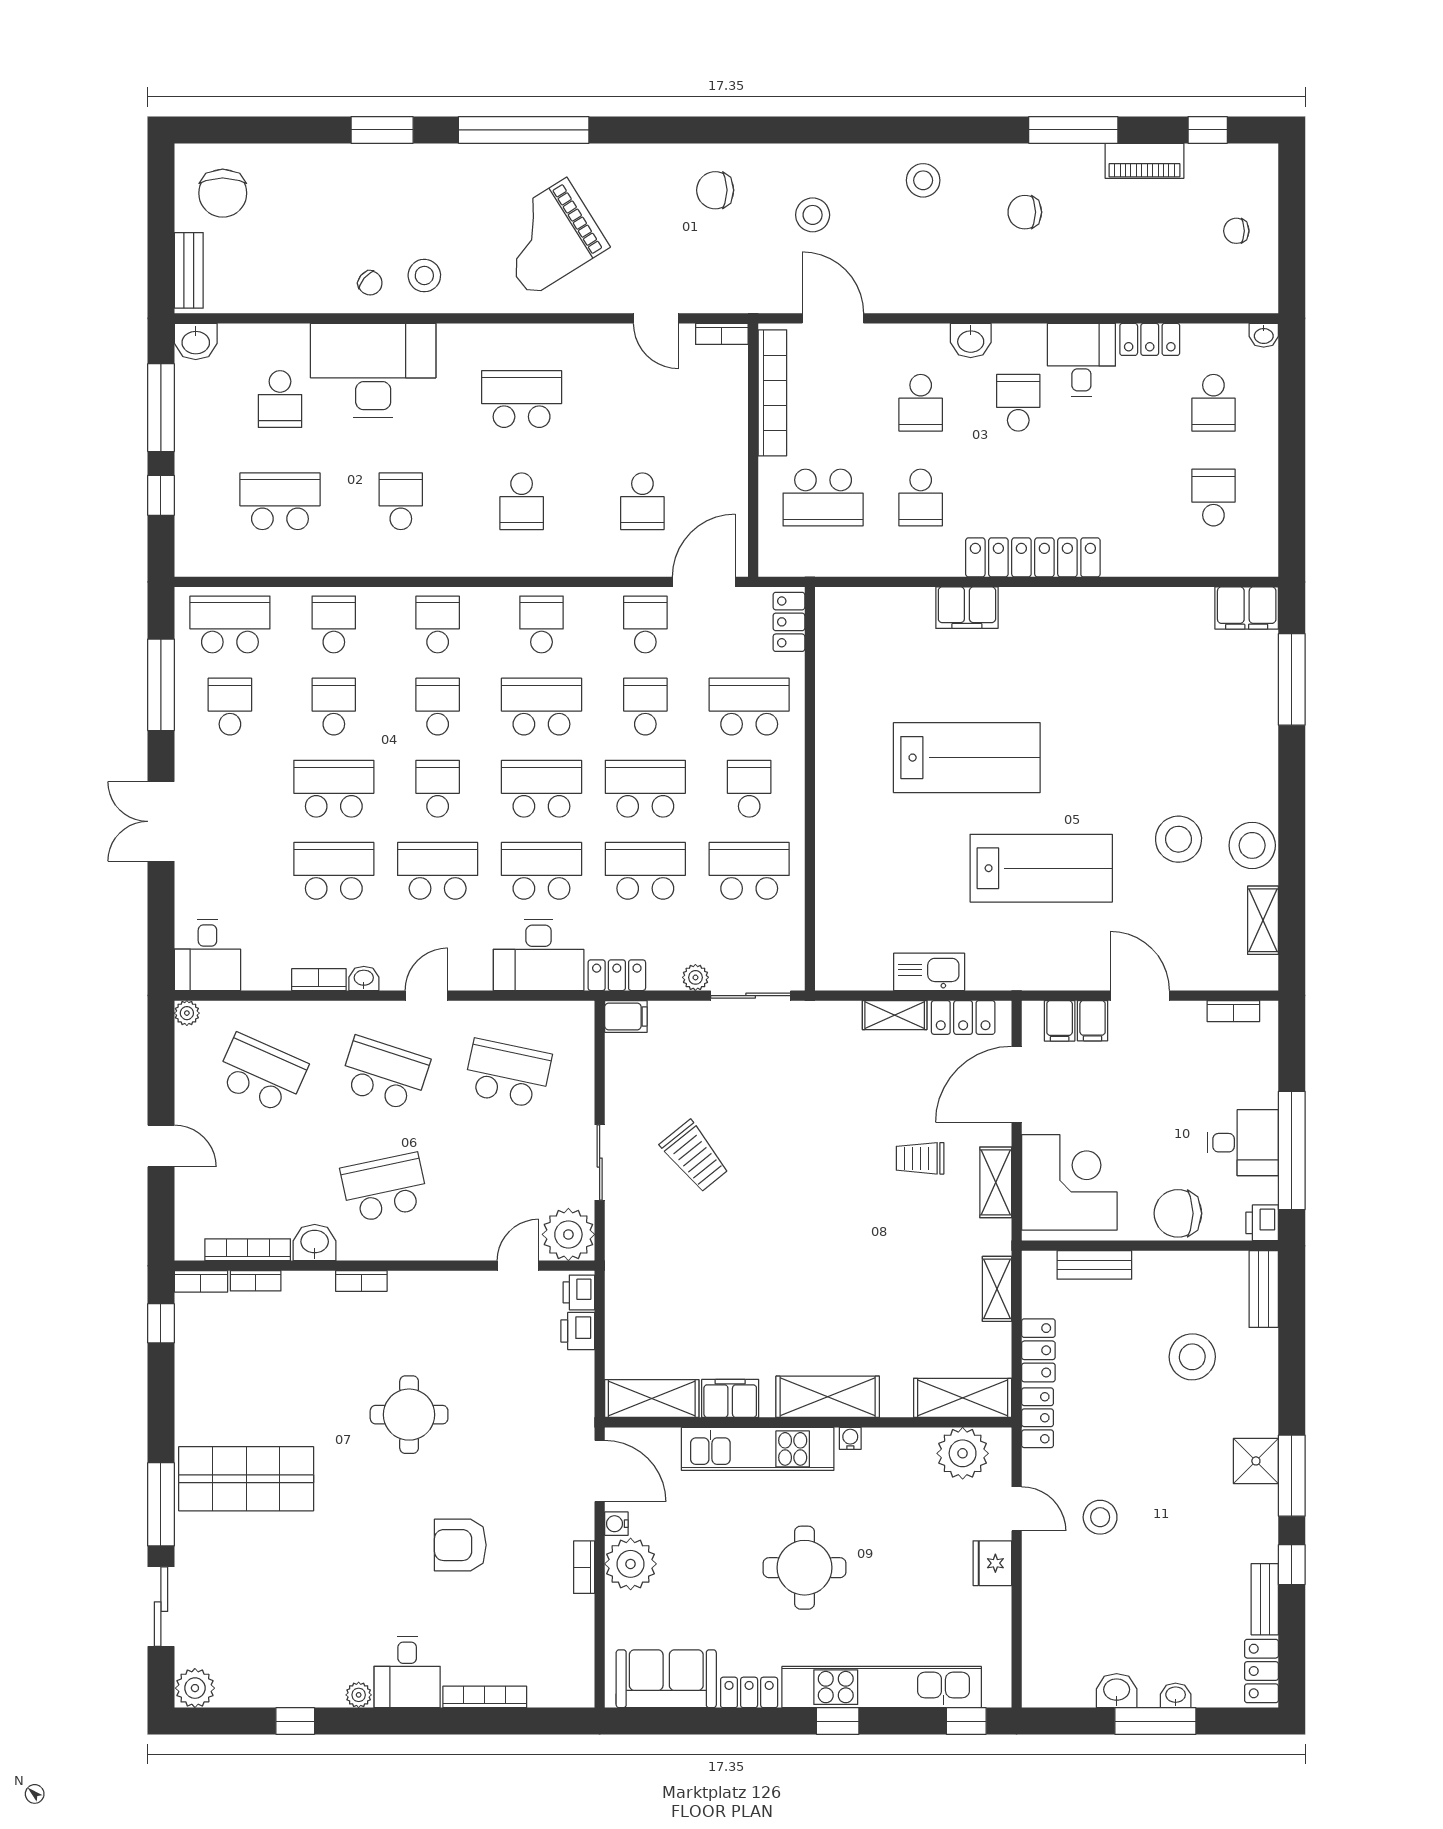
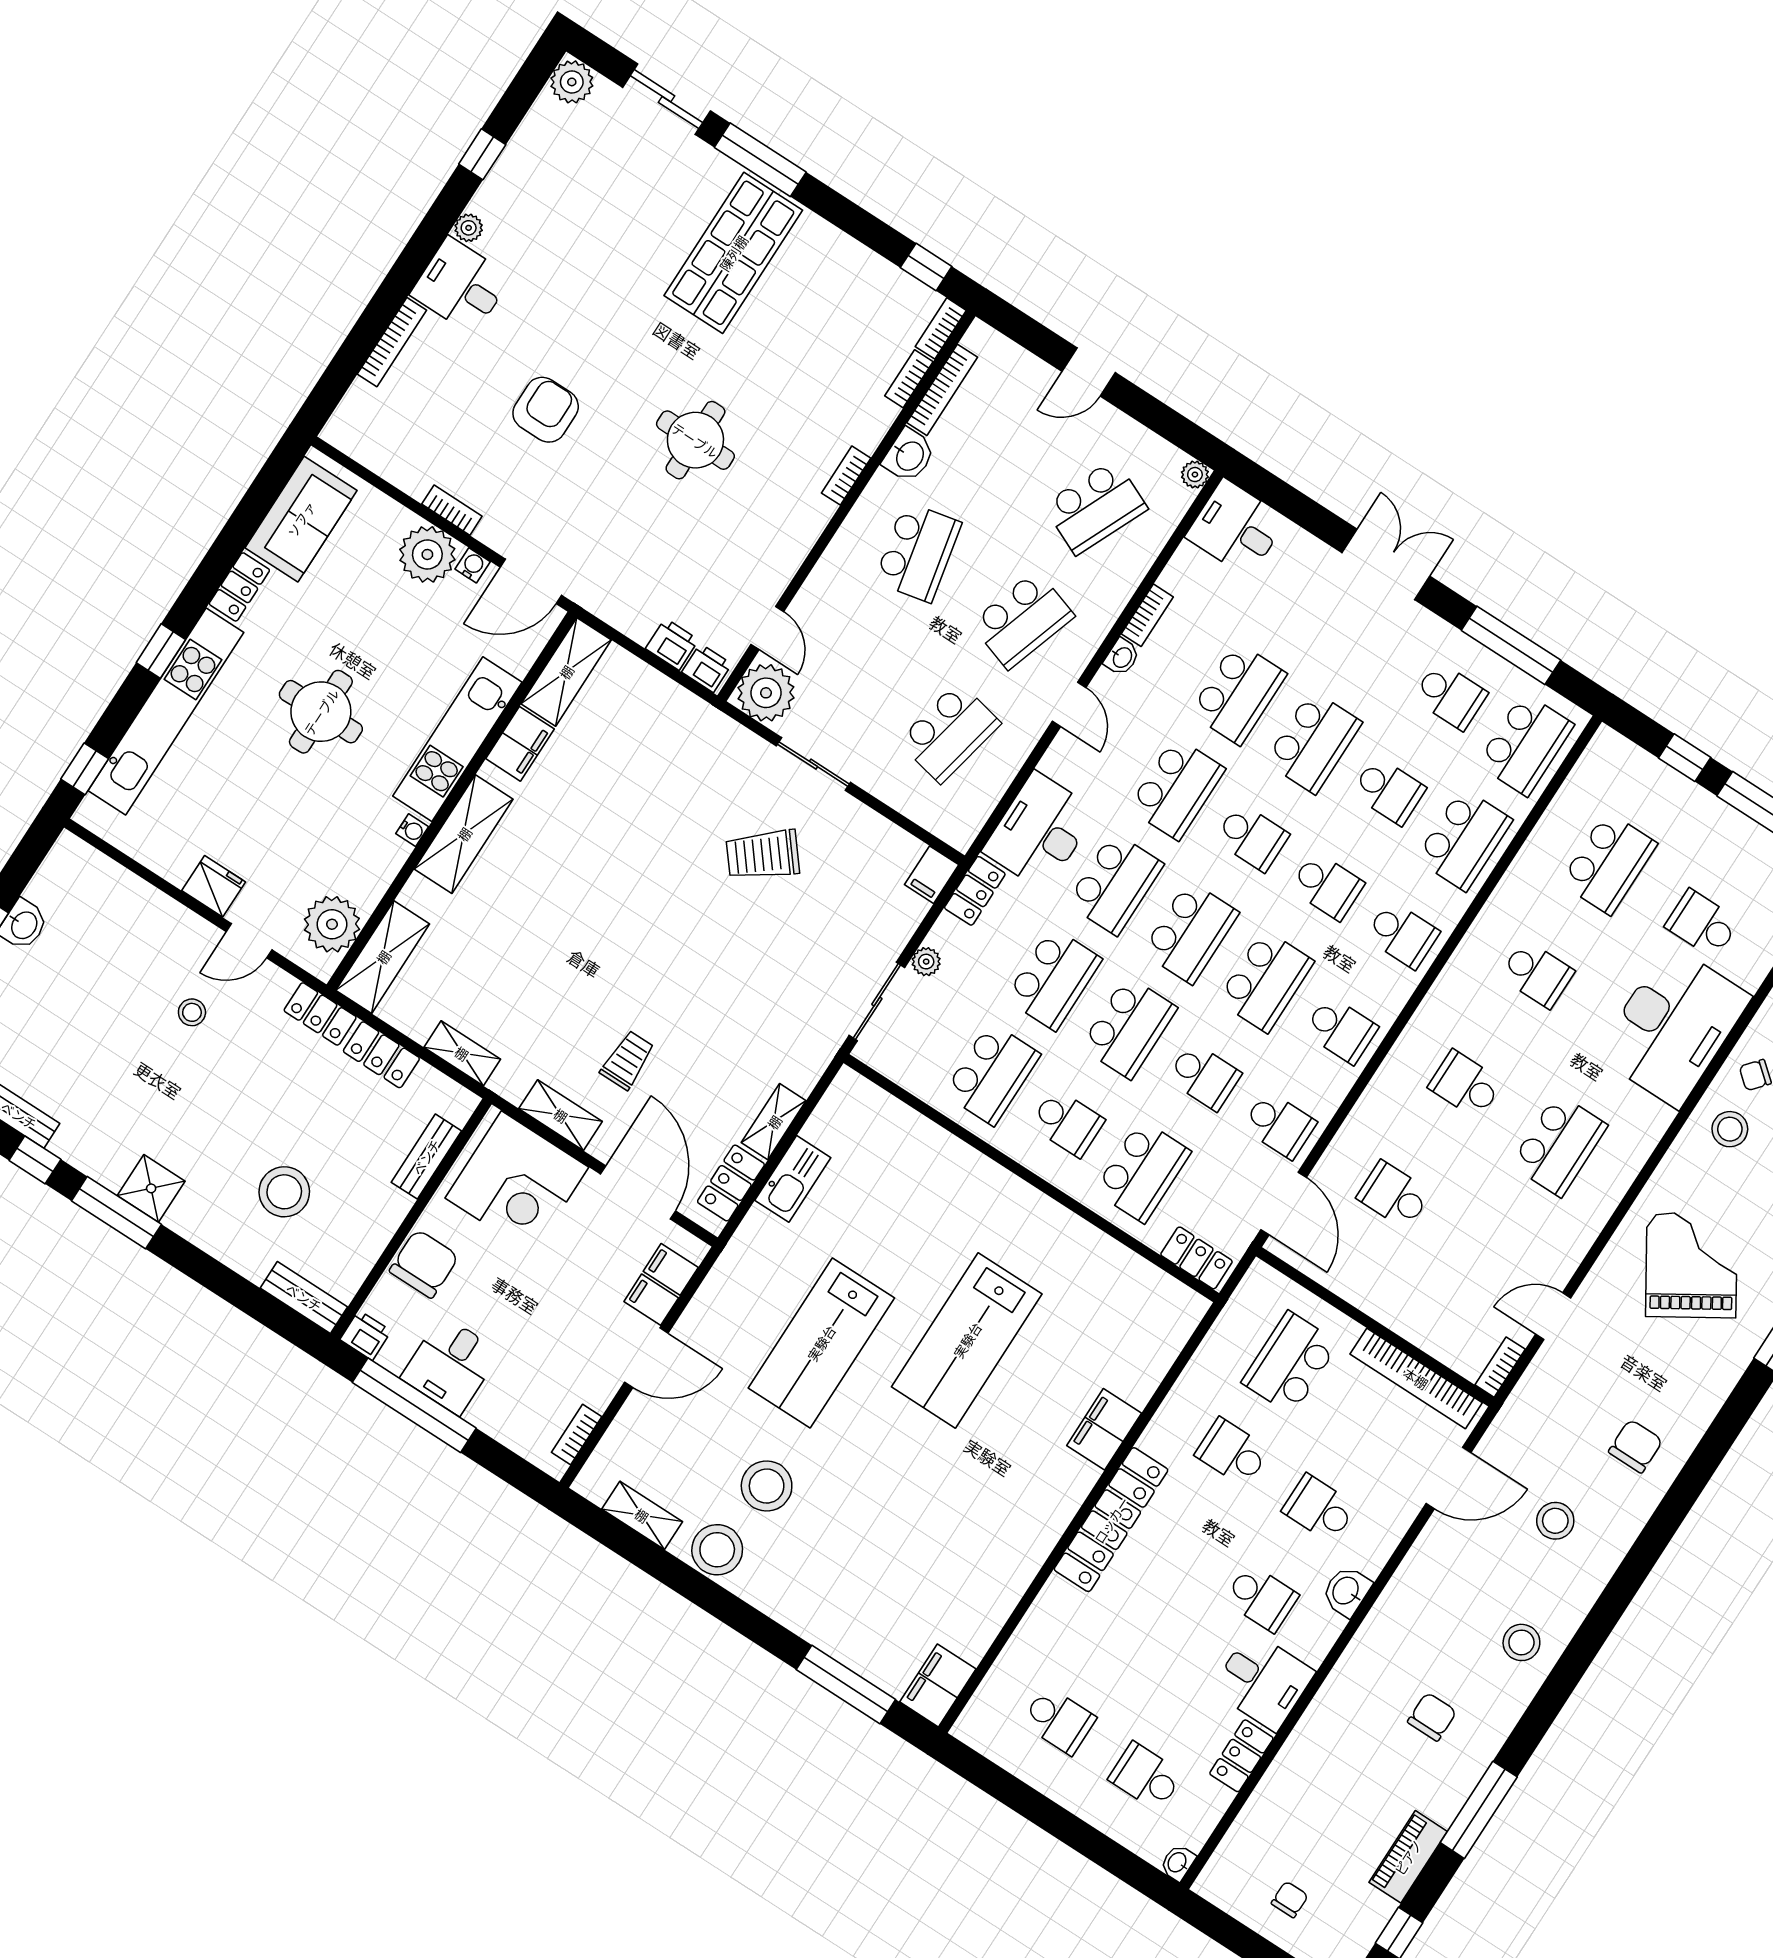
school desk: (334, 624) -> (1464, 839), width x1.85
stool: (1100, 1517) -> (192, 1012), width x0.73, depth x0.73

